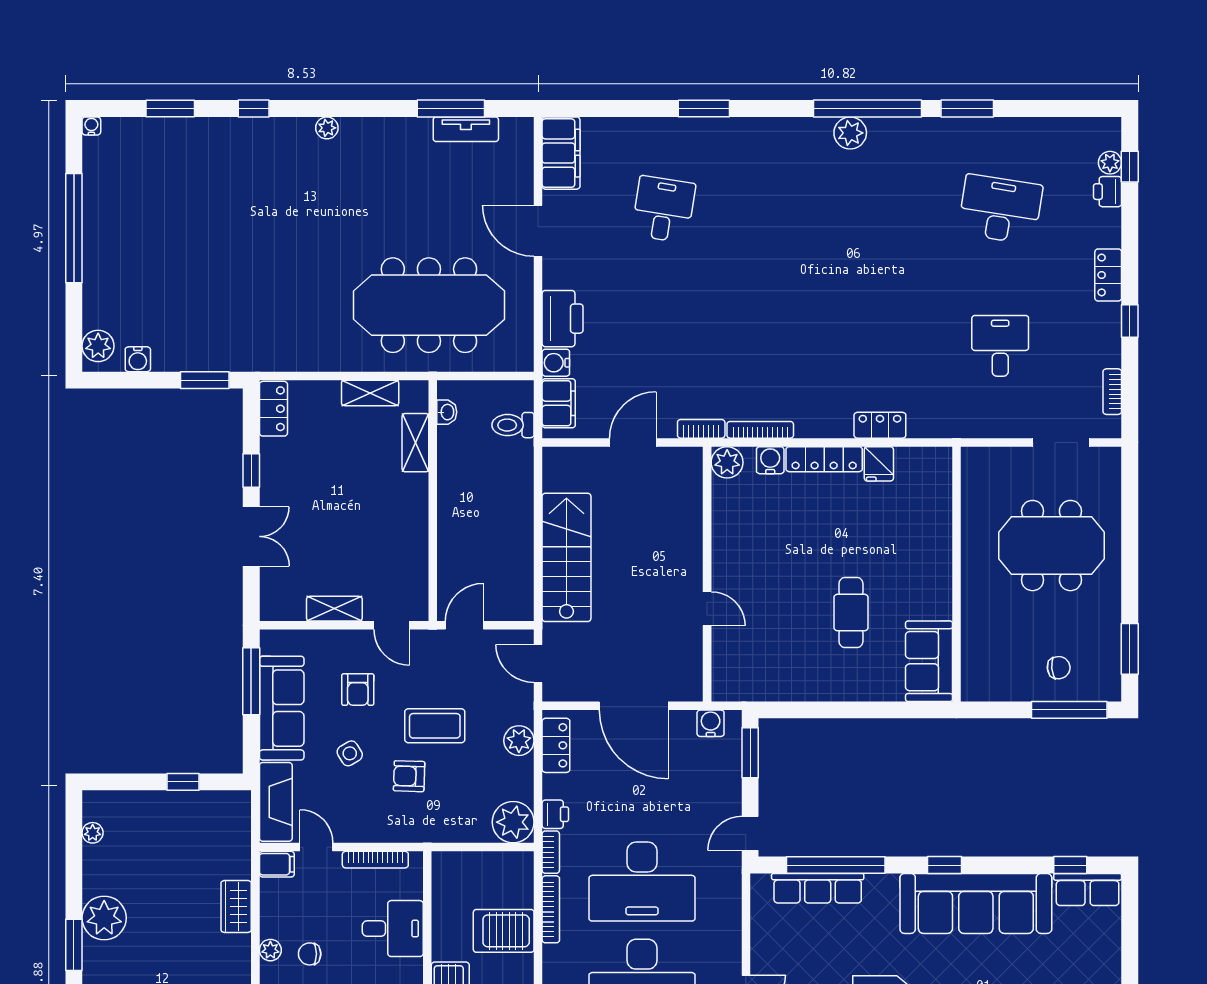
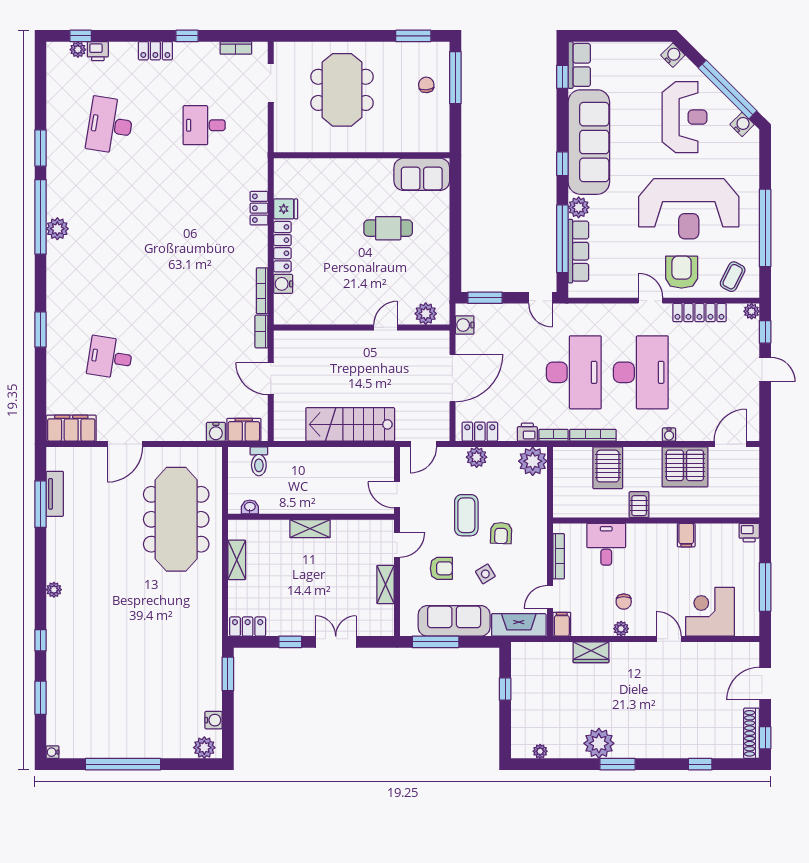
printer: (563, 319) -> (185, 427), removed
shelving: (415, 443) -> (310, 529), moved
plant: (727, 462) -> (426, 314), moved
plant: (881, 889) -> (579, 207), added

